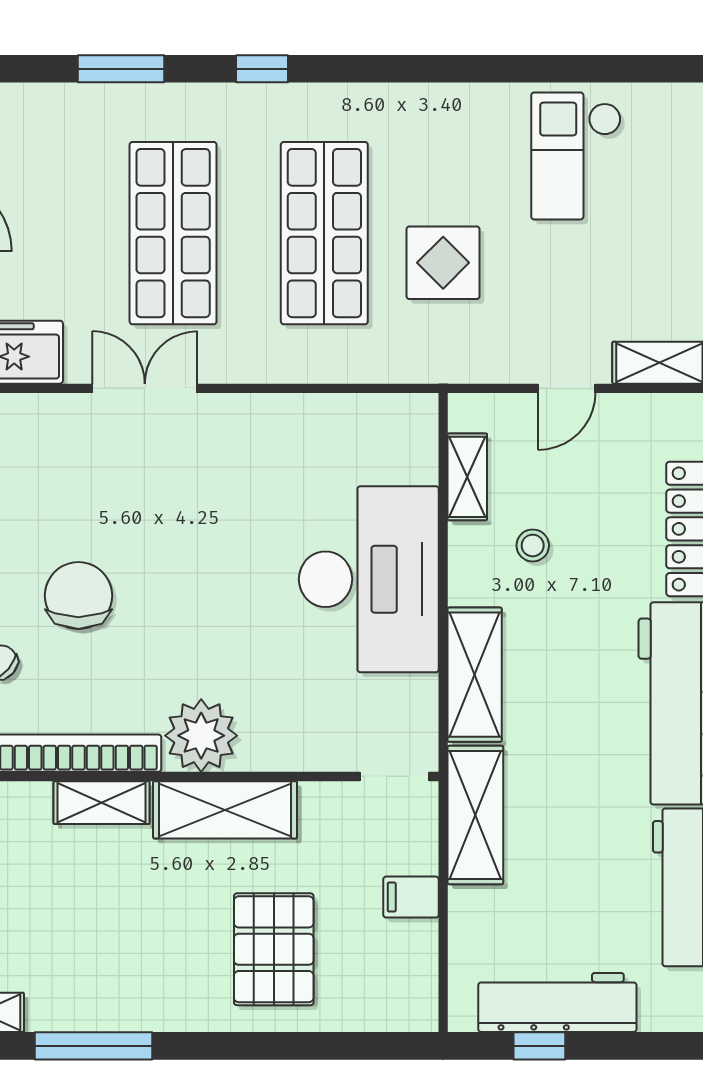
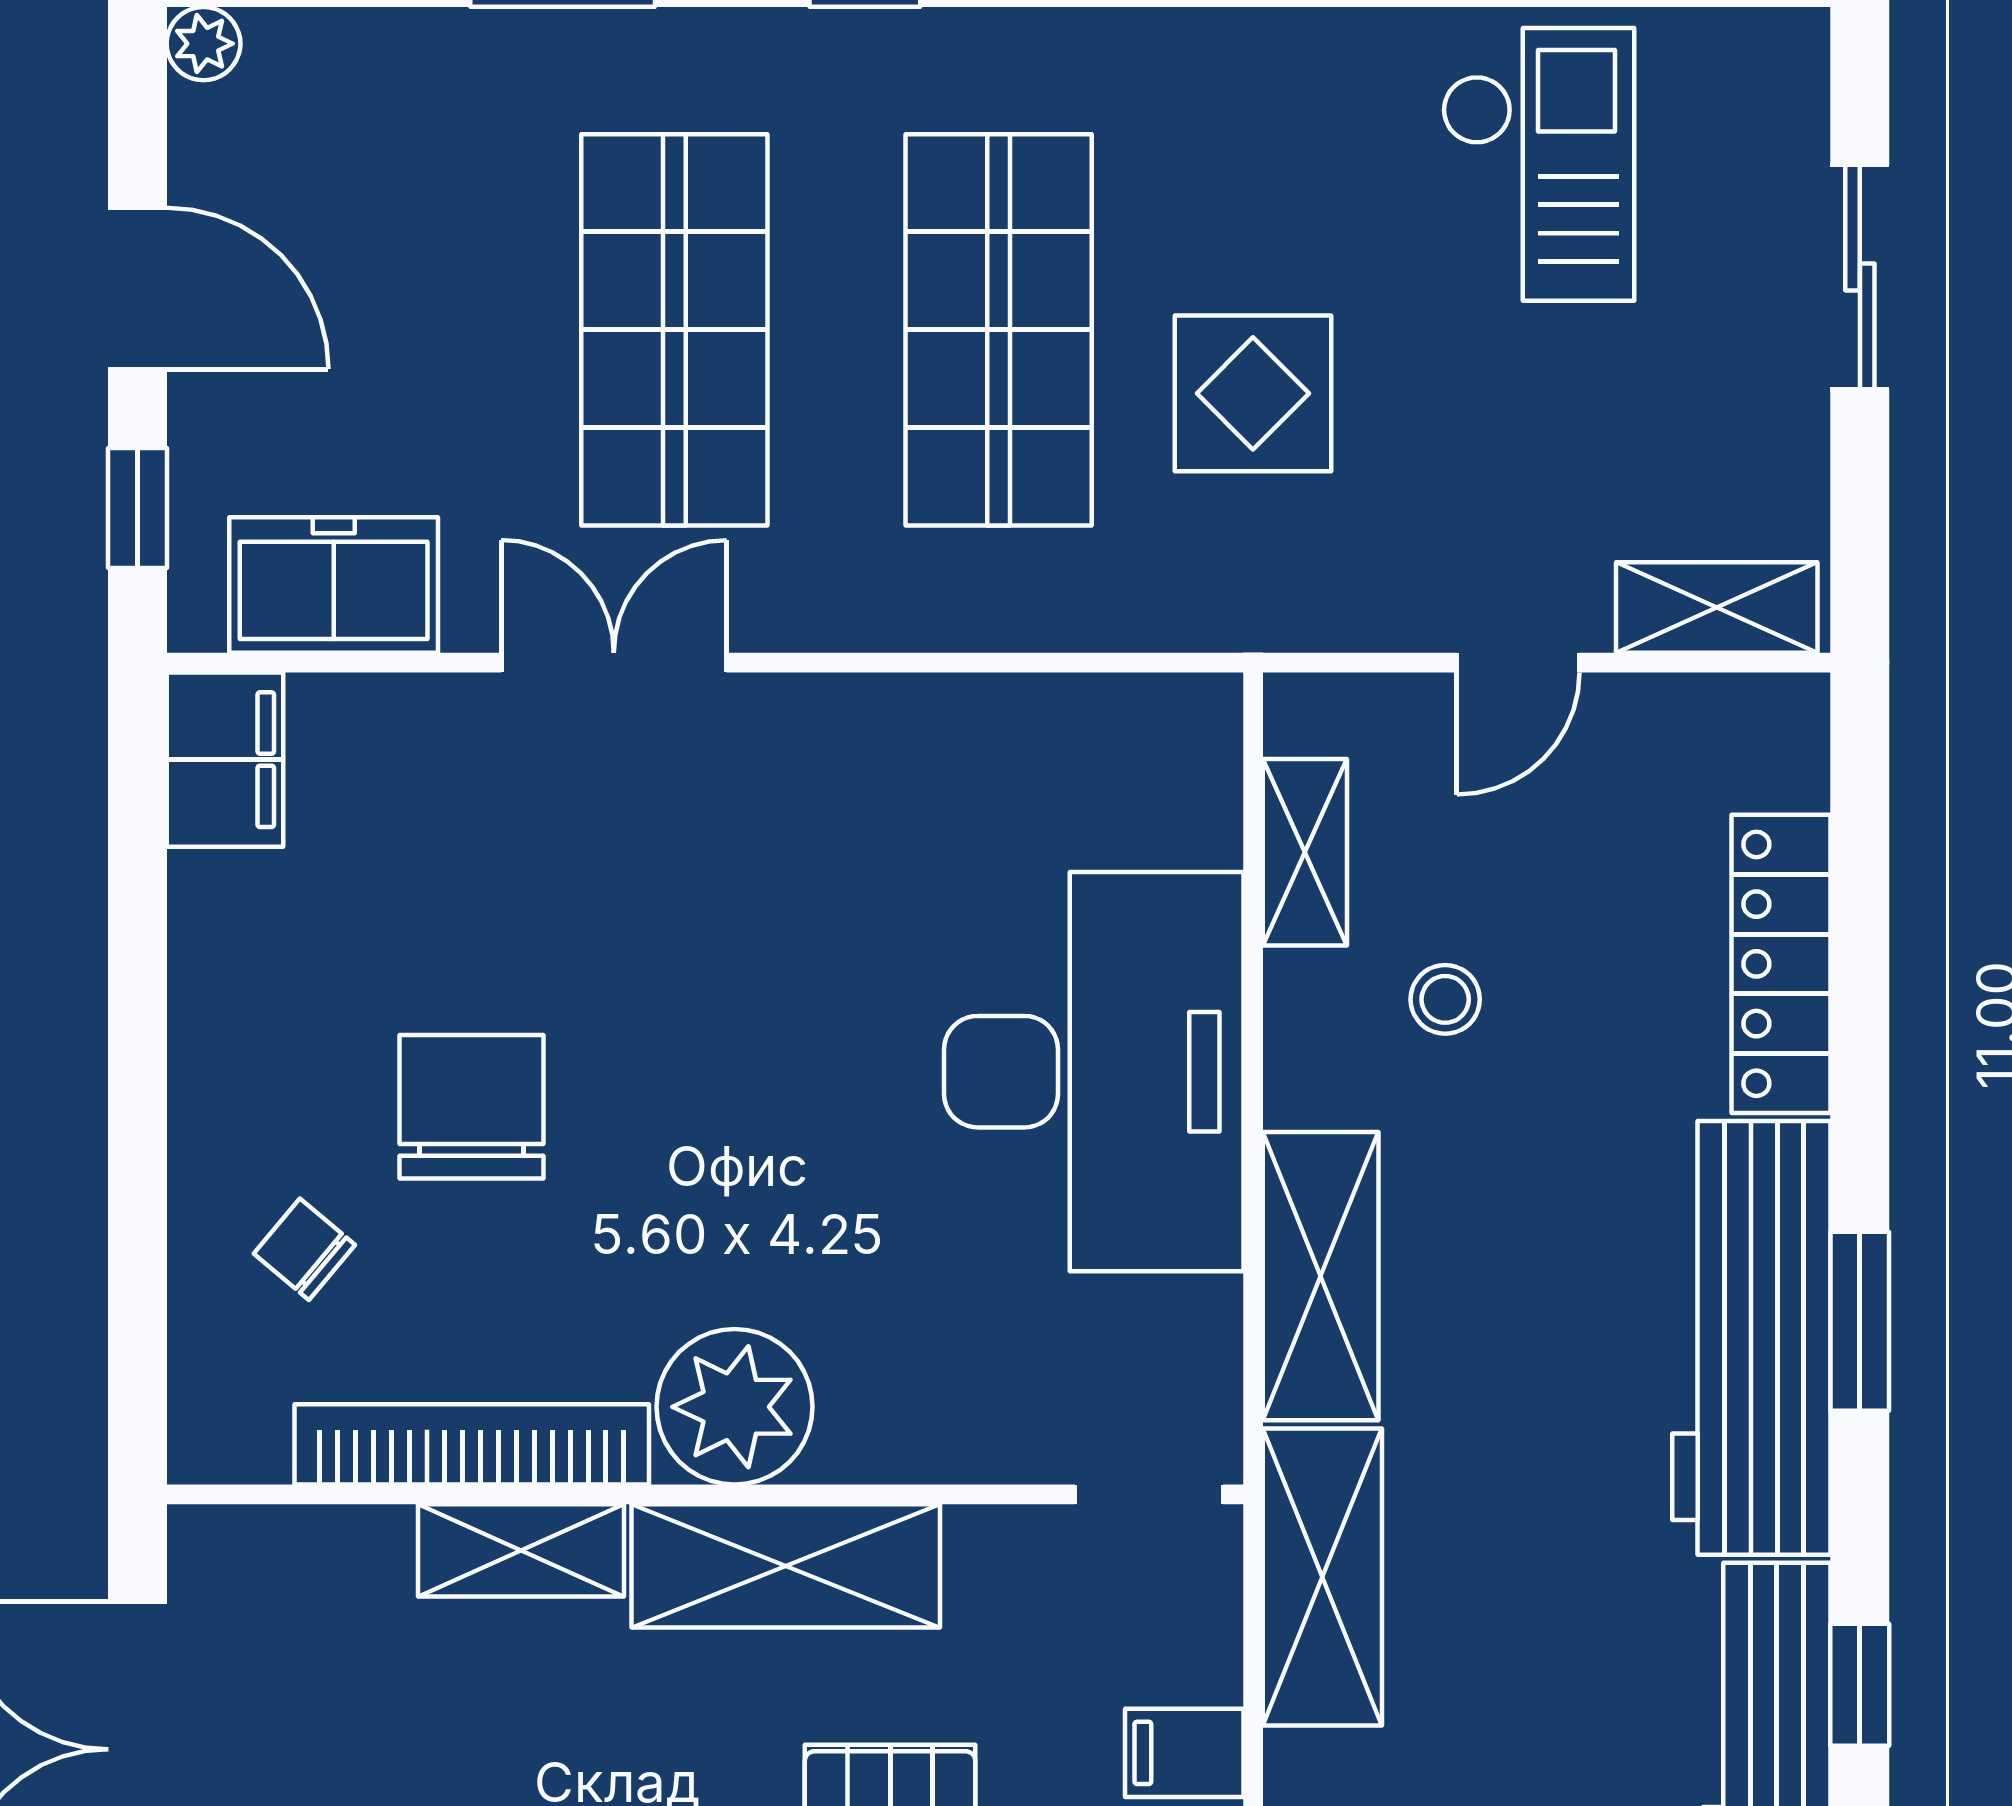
checkout: (576, 156) -> (1538, 164), turned 180

